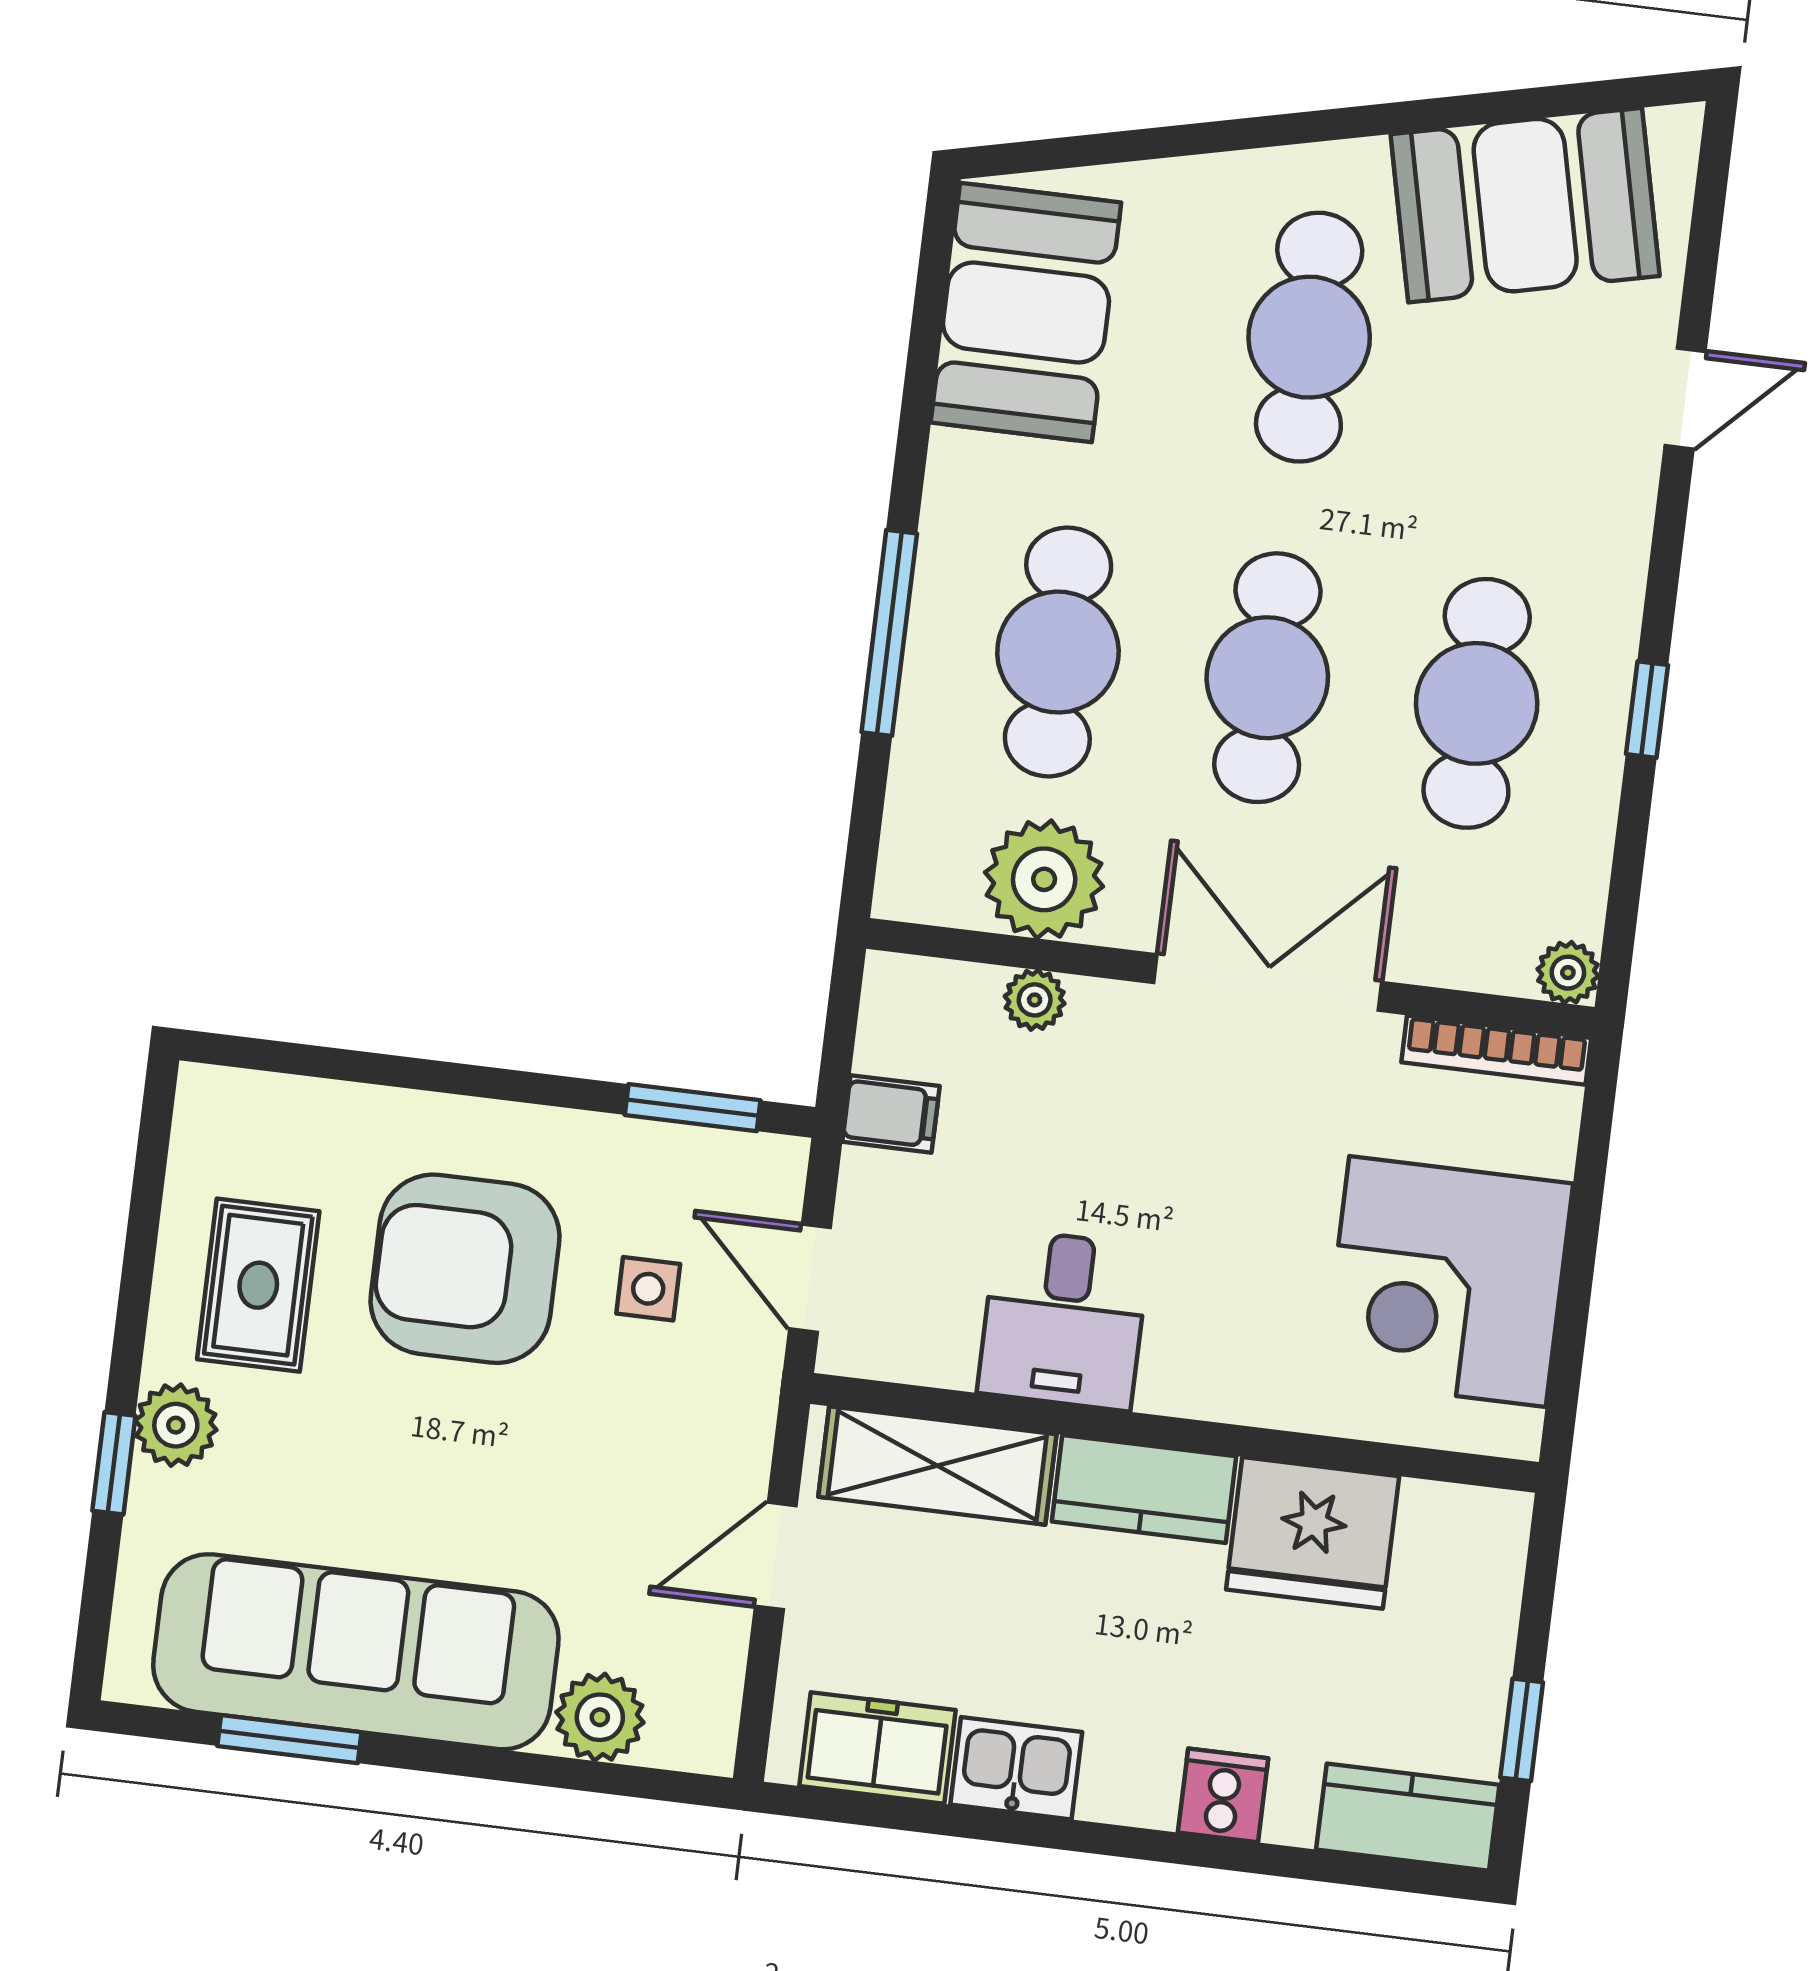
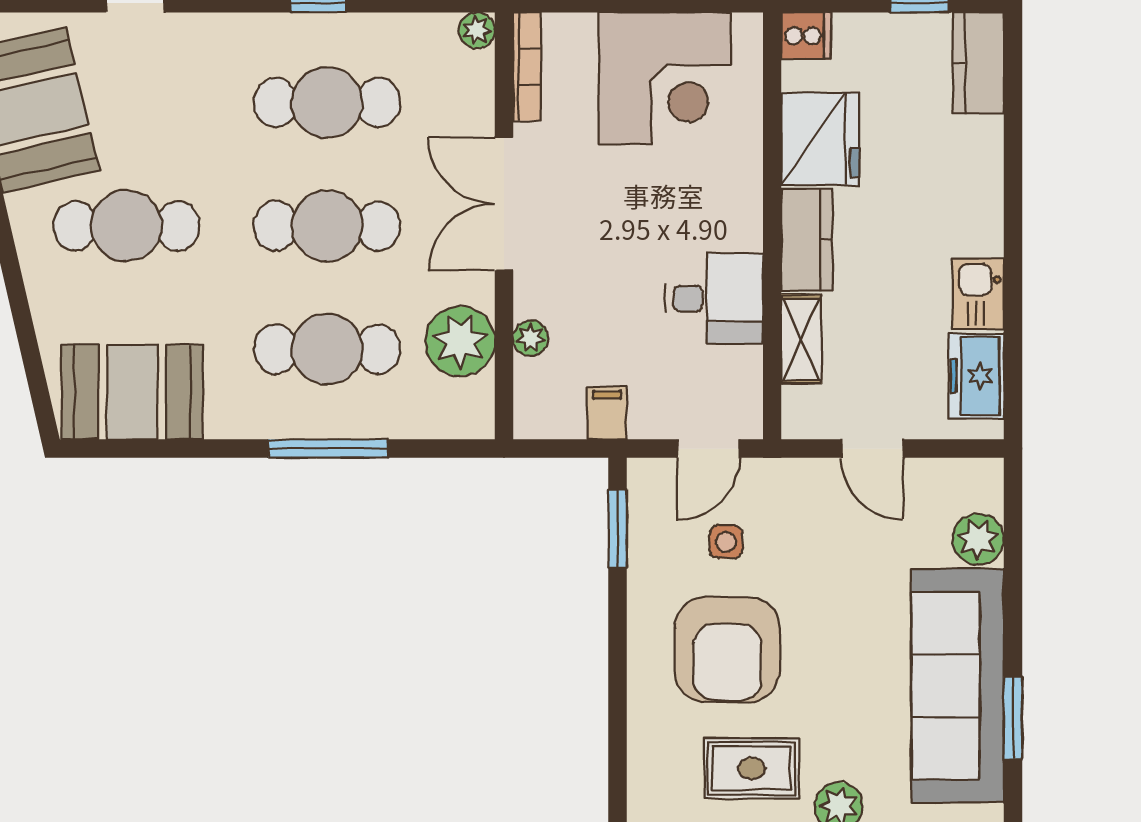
shelving: (937, 1466) -> (801, 339), width x0.67, depth x0.75
cooker: (1223, 1795) -> (806, 36), moved, turned 180

